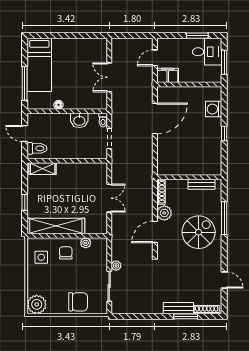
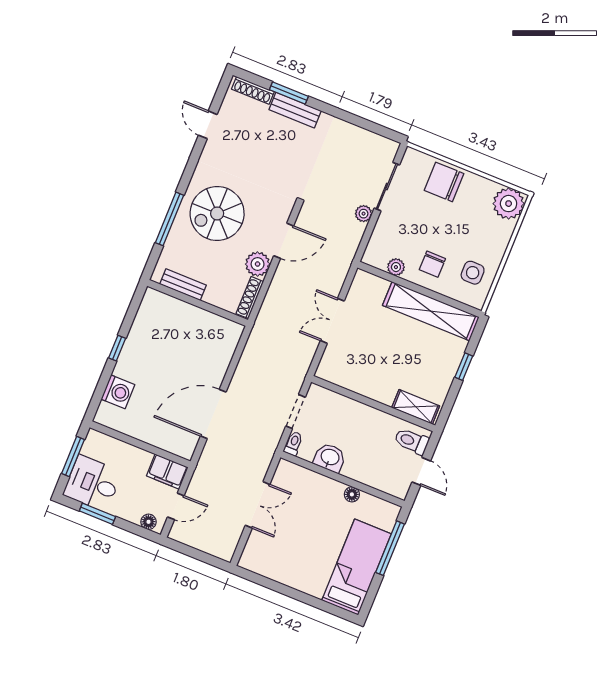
floor lamp: (167, 43) -> (148, 522), added

